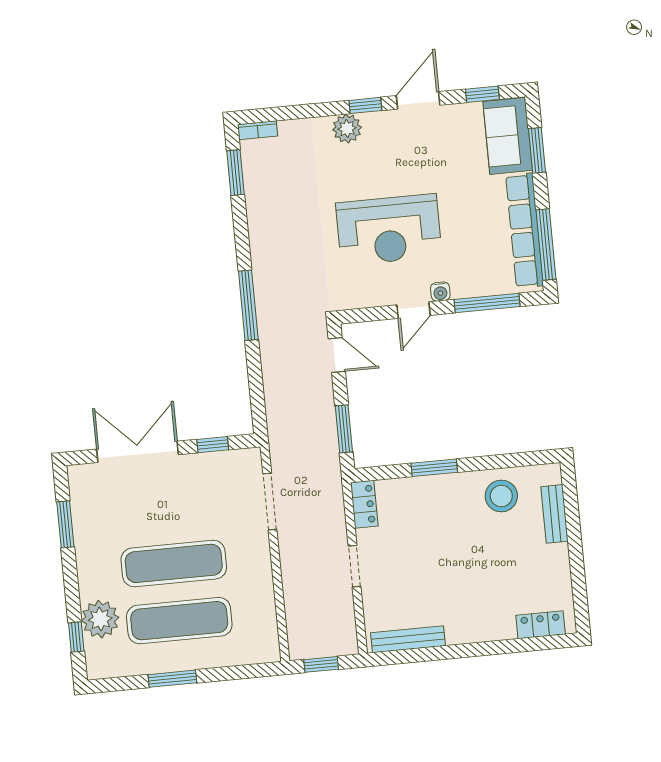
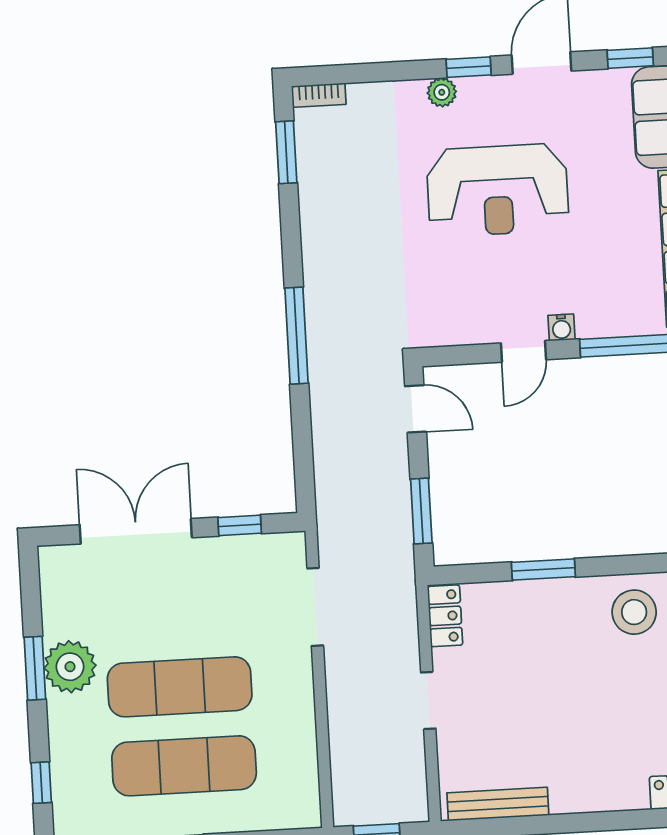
plant: (347, 129) -> (442, 92), width x0.73, depth x0.73
reception desk: (389, 230) -> (498, 190), moved
window: (65, 524) -> (35, 668), moved
plant: (100, 619) -> (70, 667), moved

